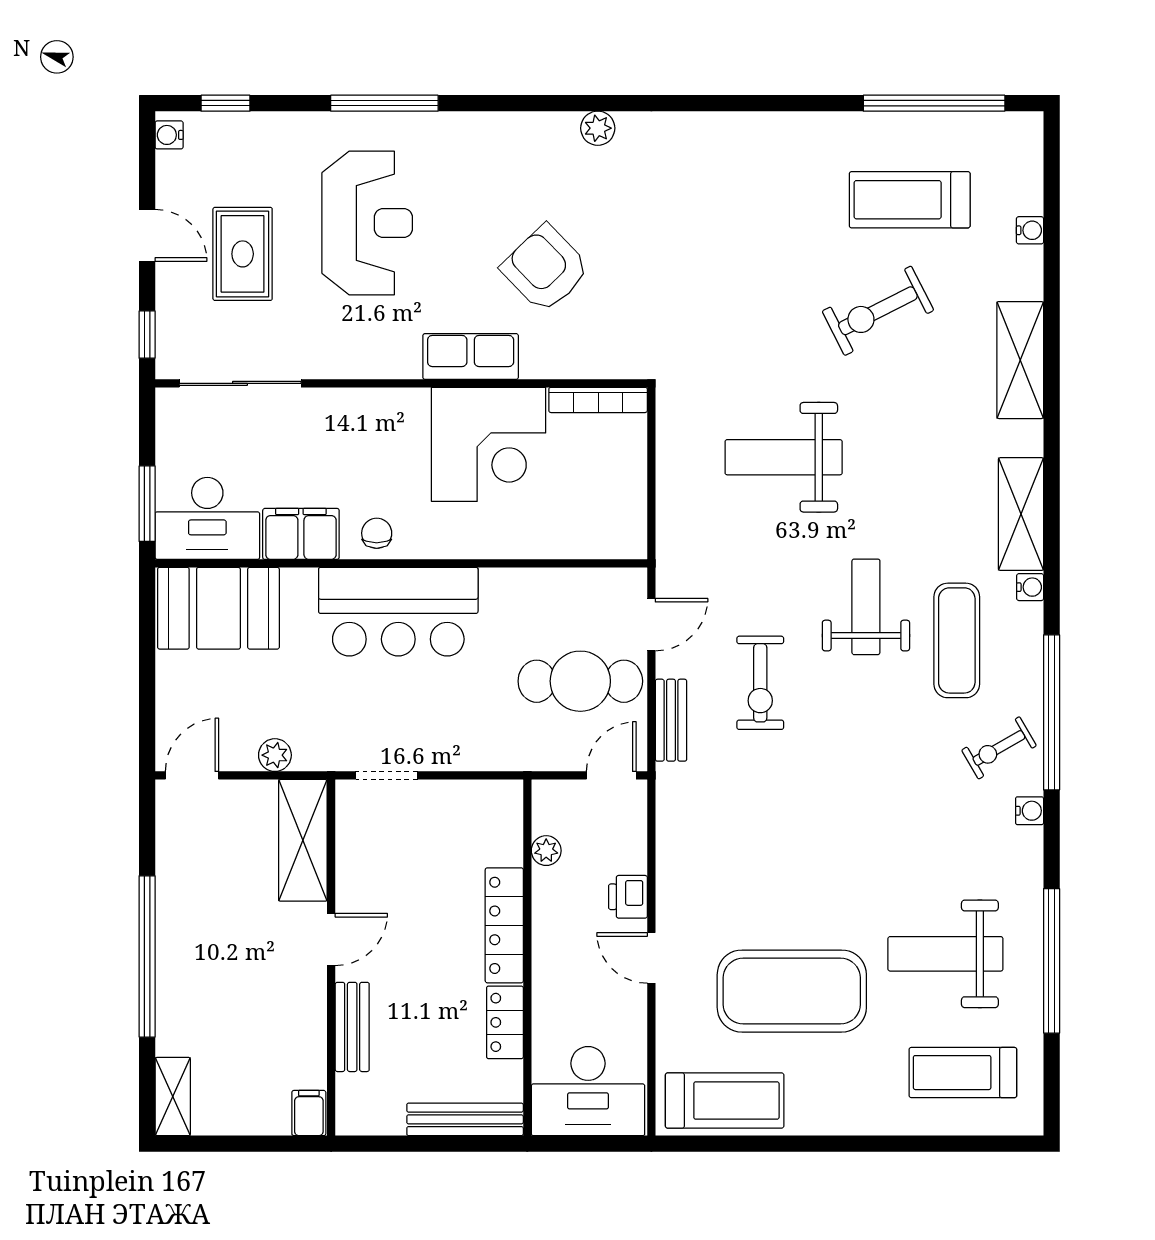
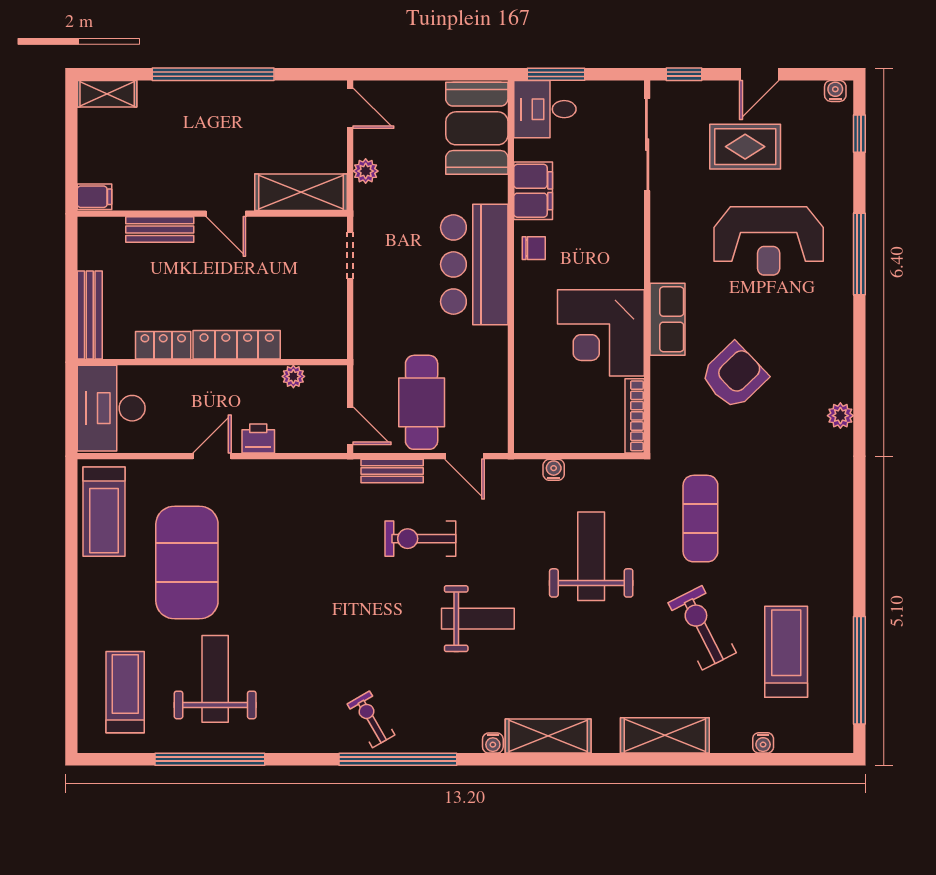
desk: (207, 518) -> (545, 109), width x0.73
exercise mat: (957, 640) -> (700, 519), moved, turned 90
water cooler: (1030, 811) -> (554, 470), moved, turned 180

